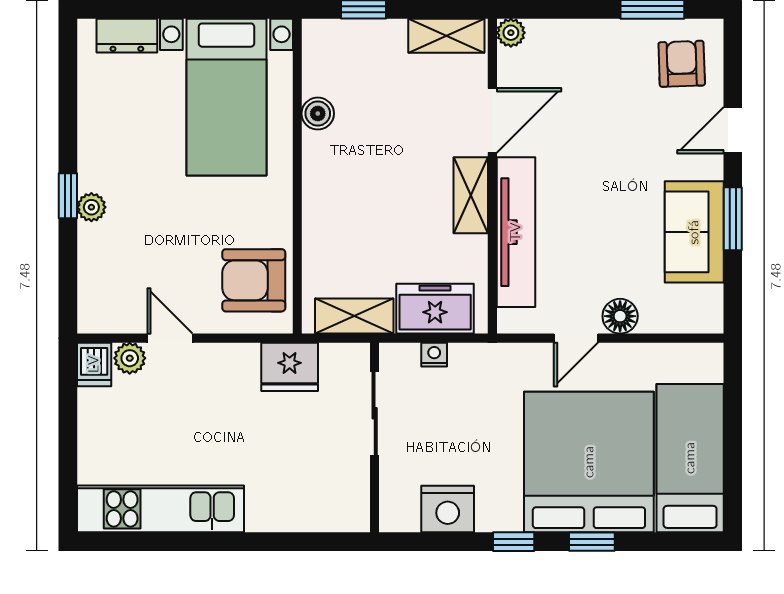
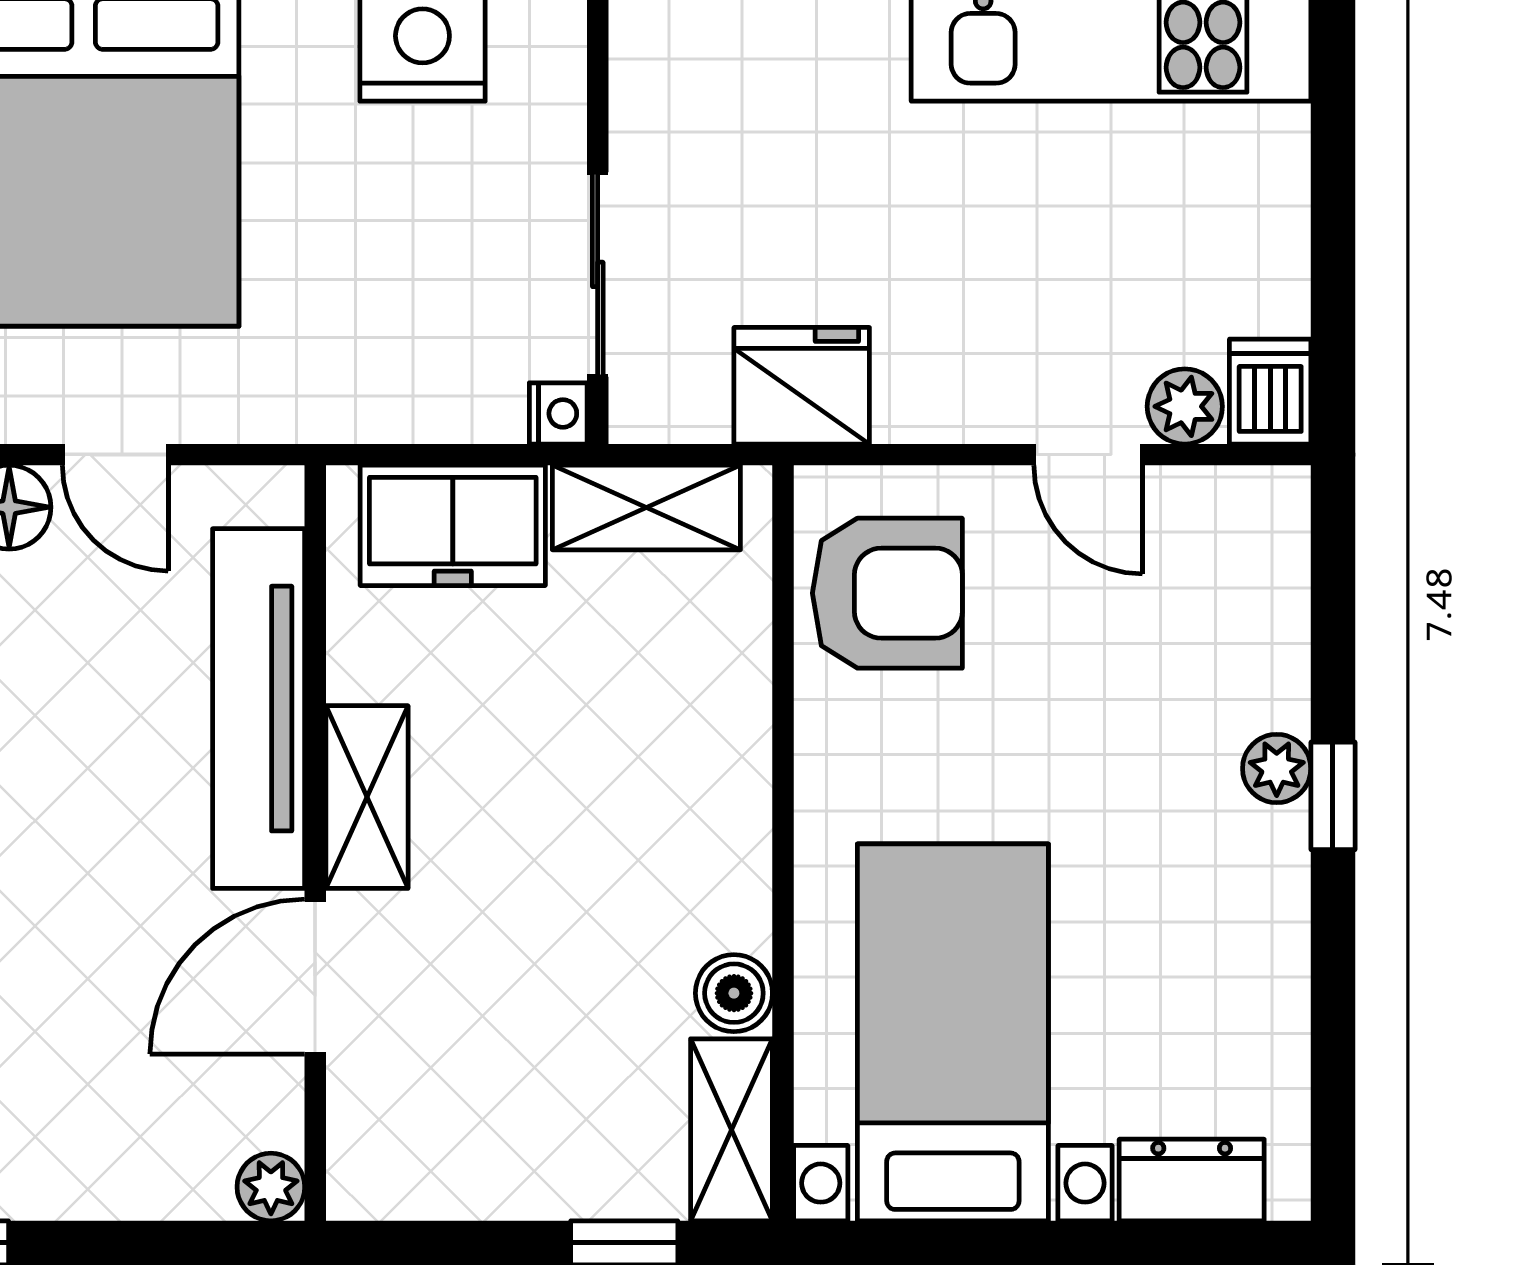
shelving: (446, 36) -> (732, 1130), moved, turned 90
door: (576, 338) -> (115, 455), swing flipped
nightstand: (434, 355) -> (558, 413), moved, turned -90

